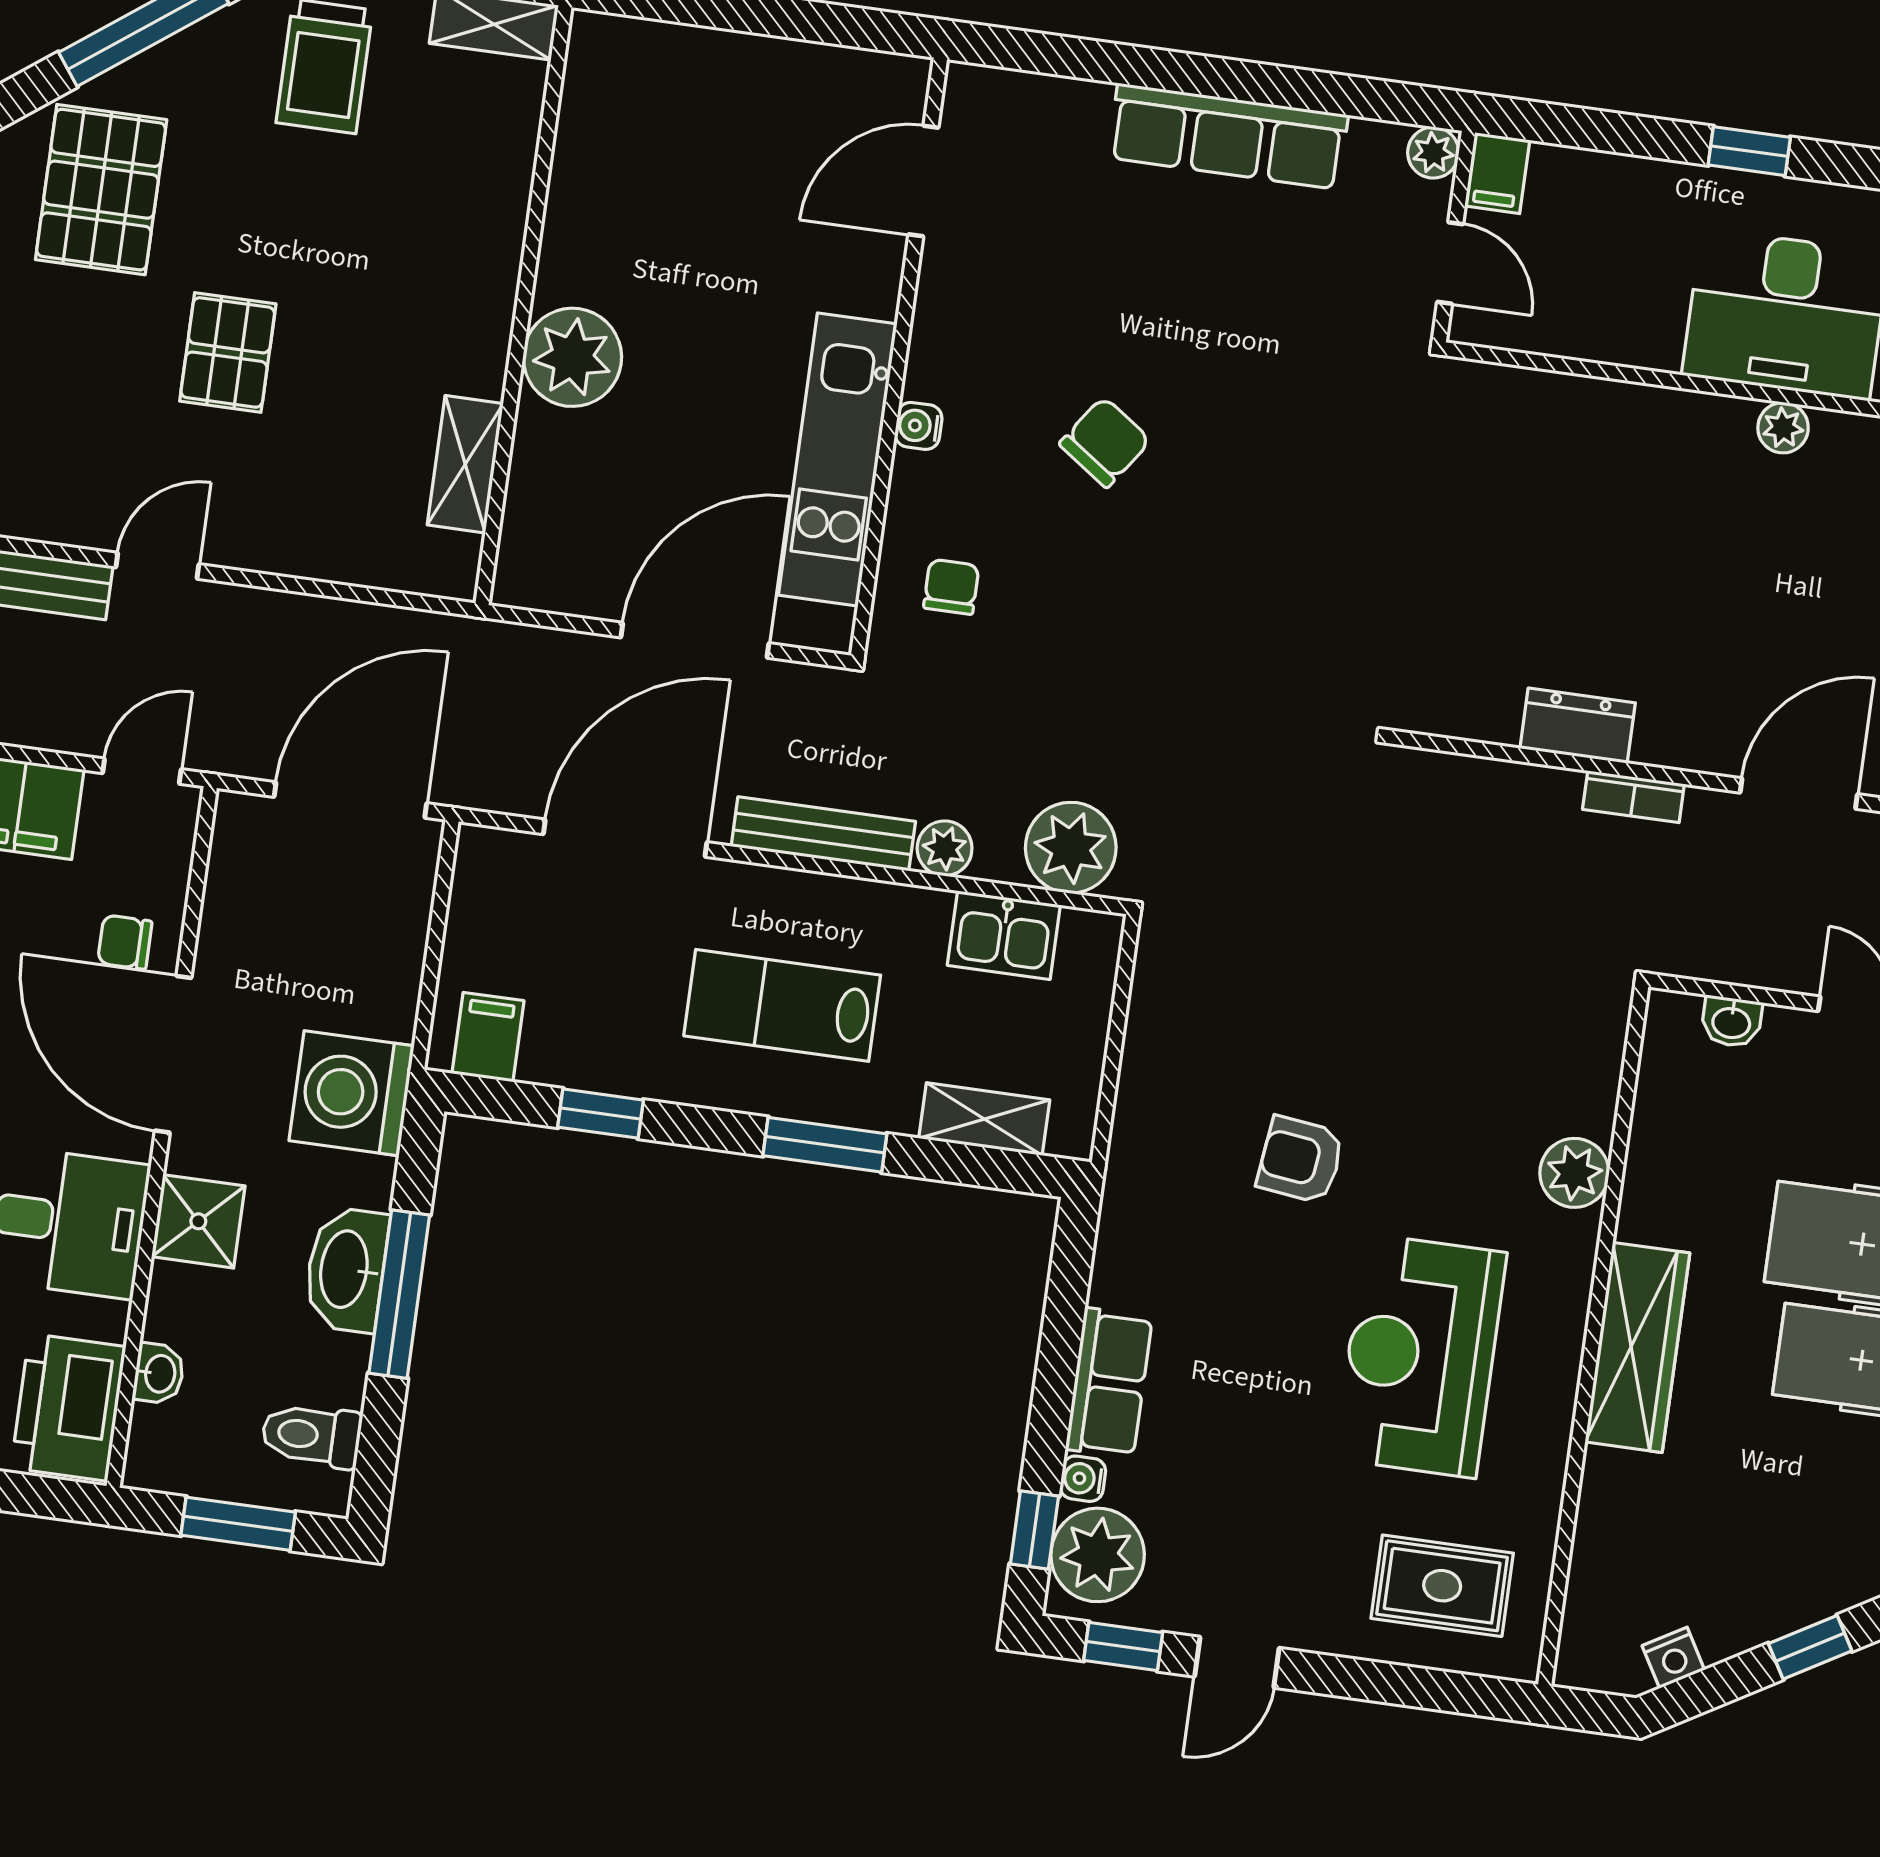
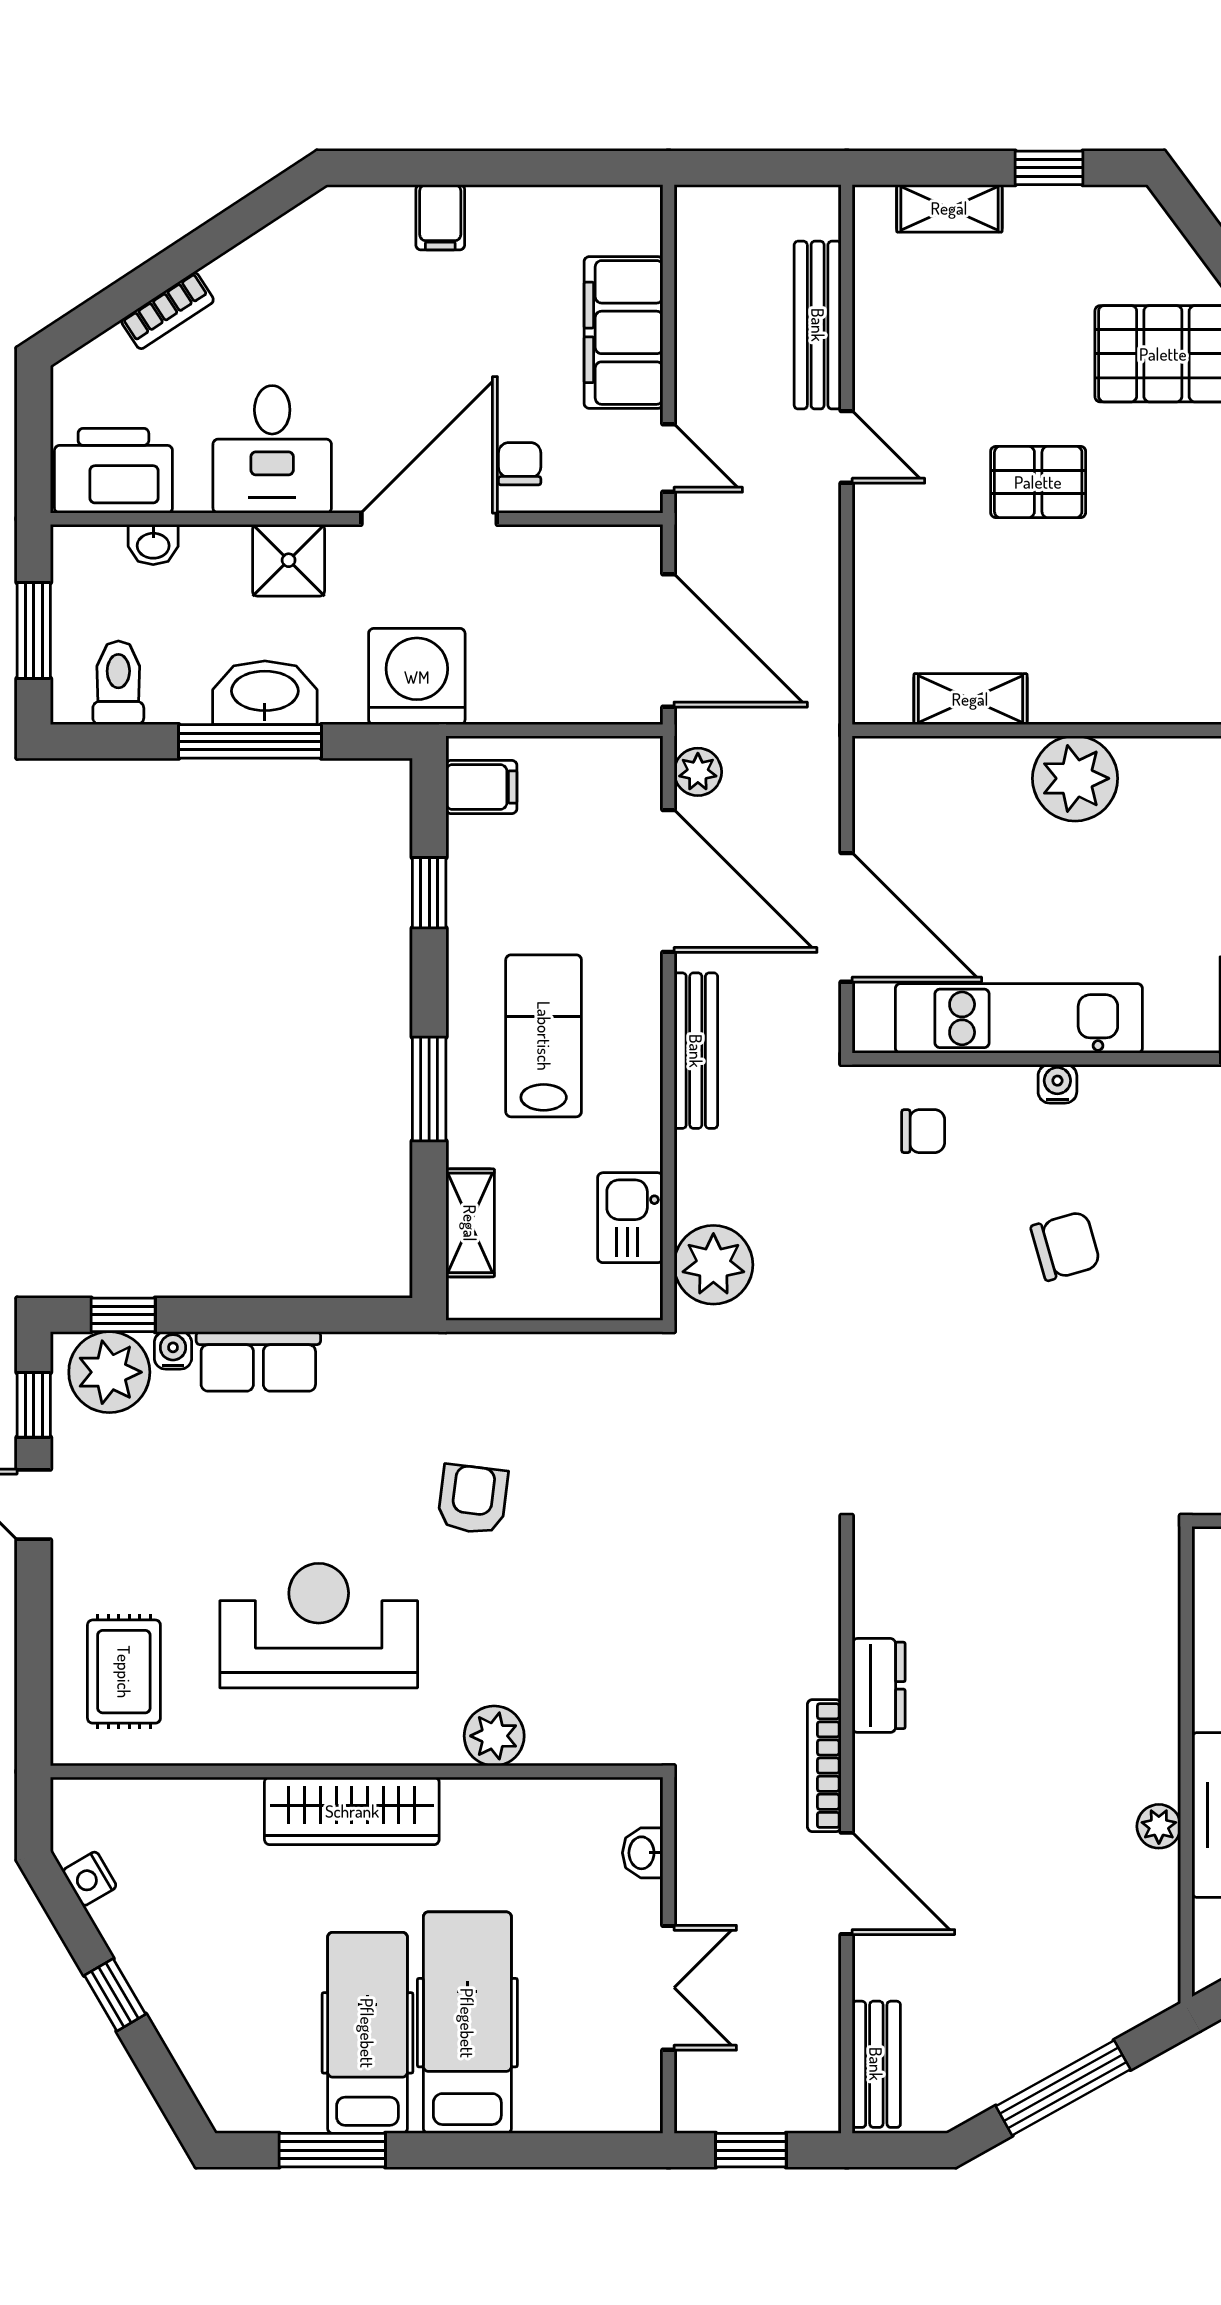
chair: (1105, 442) -> (1066, 1246), turned -51
bookcase: (1633, 797) -> (824, 1766), width x1.56
plant: (945, 848) -> (698, 772), moved

